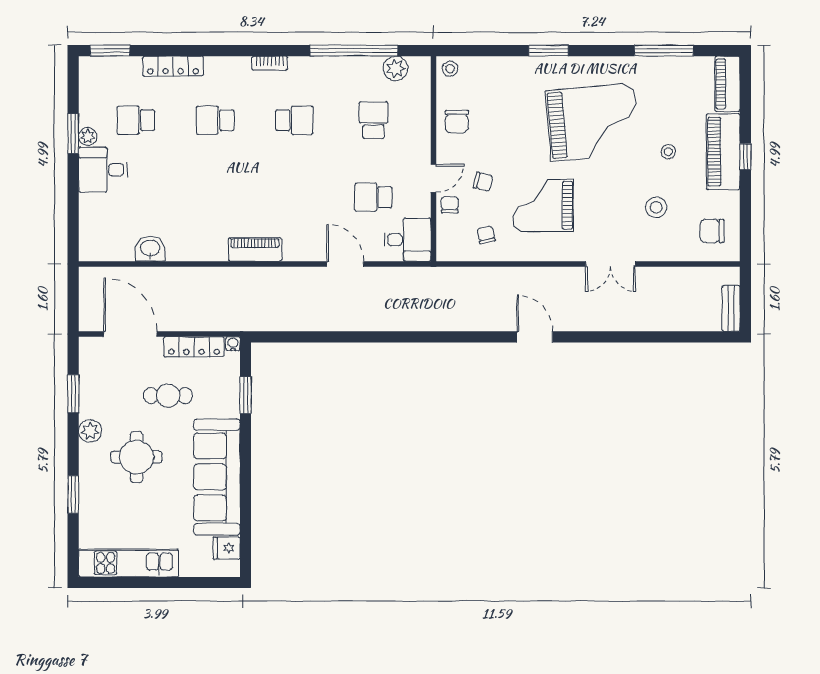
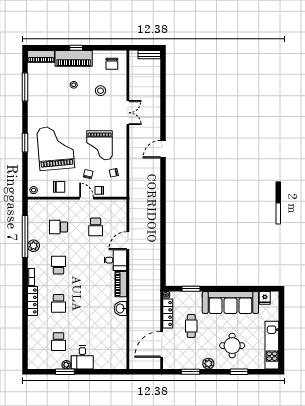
window: (110, 51) -> (25, 354), removed
locker: (173, 66) -> (32, 301), moved
plant: (395, 68) -> (33, 246), moved
grand piano: (593, 122) -> (56, 148), moved
desk: (407, 240) -> (115, 260), moved, turned 90
washbasin: (150, 249) -> (120, 308), moved
round table: (137, 457) -> (232, 346), moved

